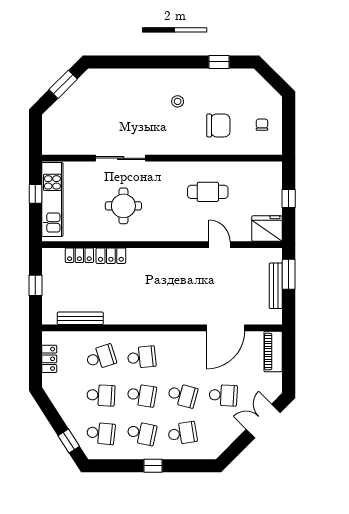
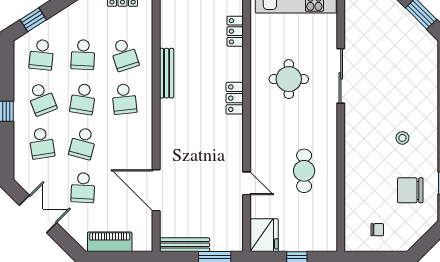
chair: (218, 125) -> (410, 190), moved, turned 90
door: (219, 245) -> (247, 183), hinge flipped
locker: (111, 256) -> (235, 98), moved
bench: (276, 286) -> (185, 245), moved
bench: (80, 318) -> (167, 73), moved
piano: (273, 351) -> (110, 242), moved
double door: (263, 421) -> (38, 214), moved
school desk: (142, 433) -> (42, 99), turned -33

